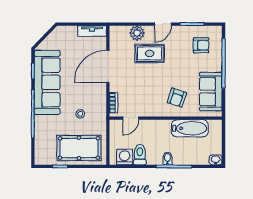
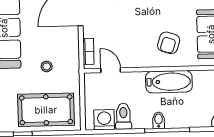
door: (131, 118) -> (111, 70), swing flipped
bathtub: (190, 128) -> (169, 82), moved

